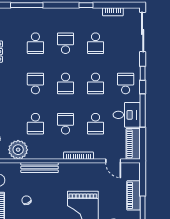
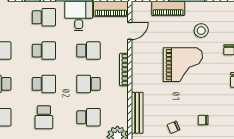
school desk: (35, 83) -> (44, 117), turned -90
school desk: (126, 83) -> (44, 17), turned 180

